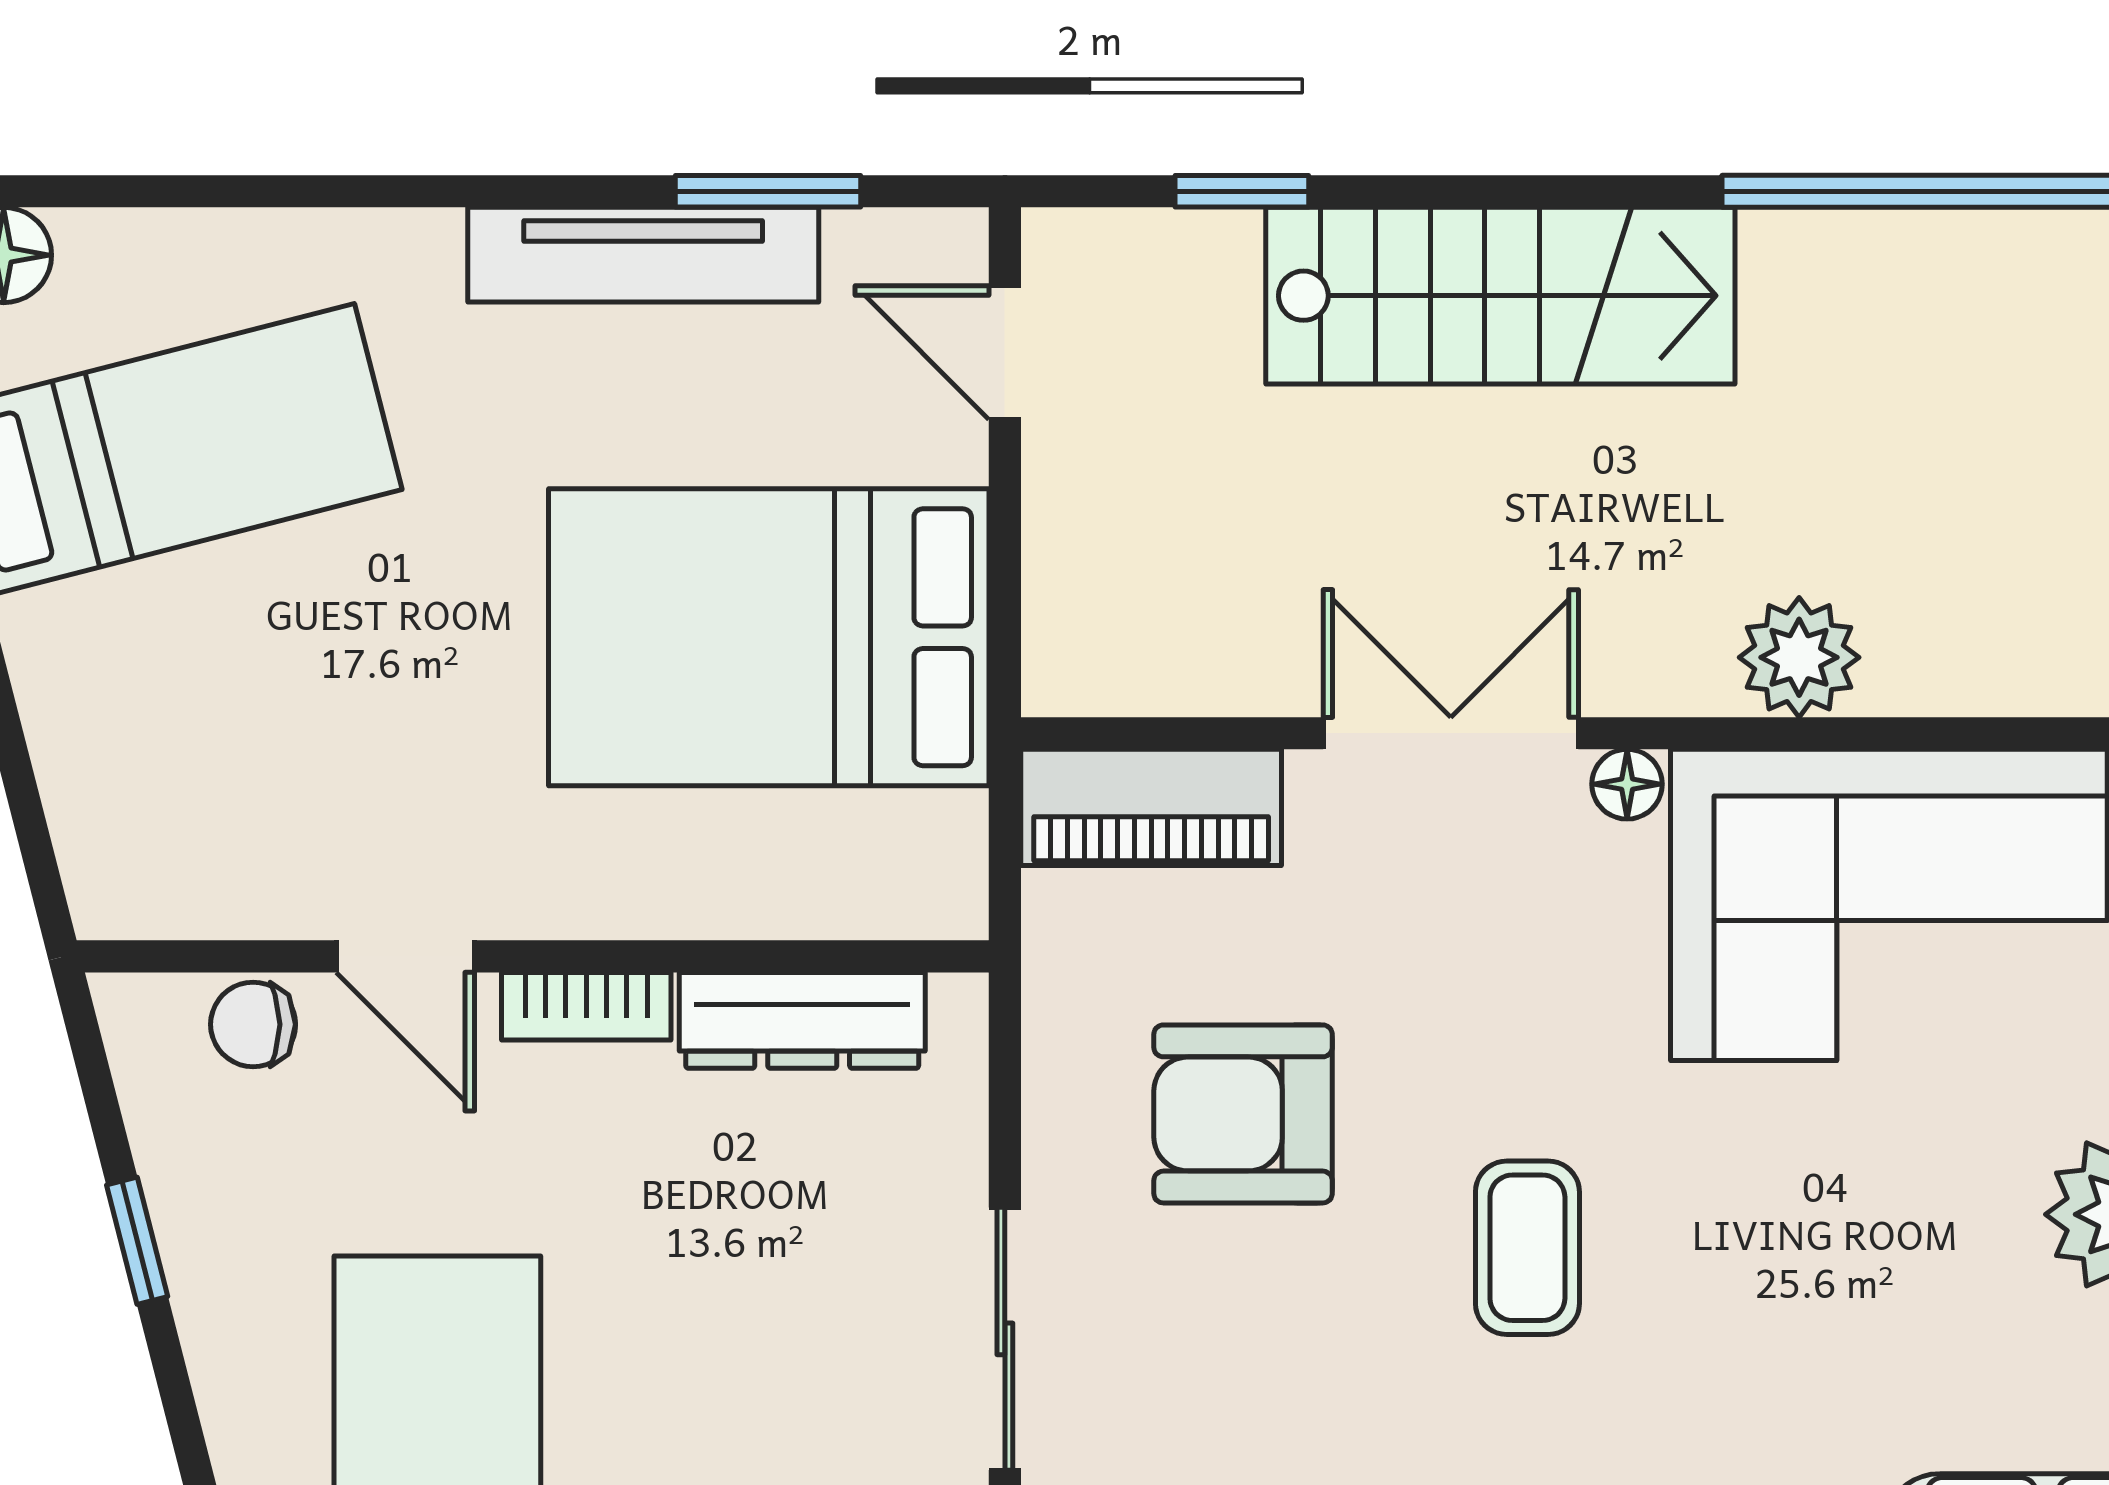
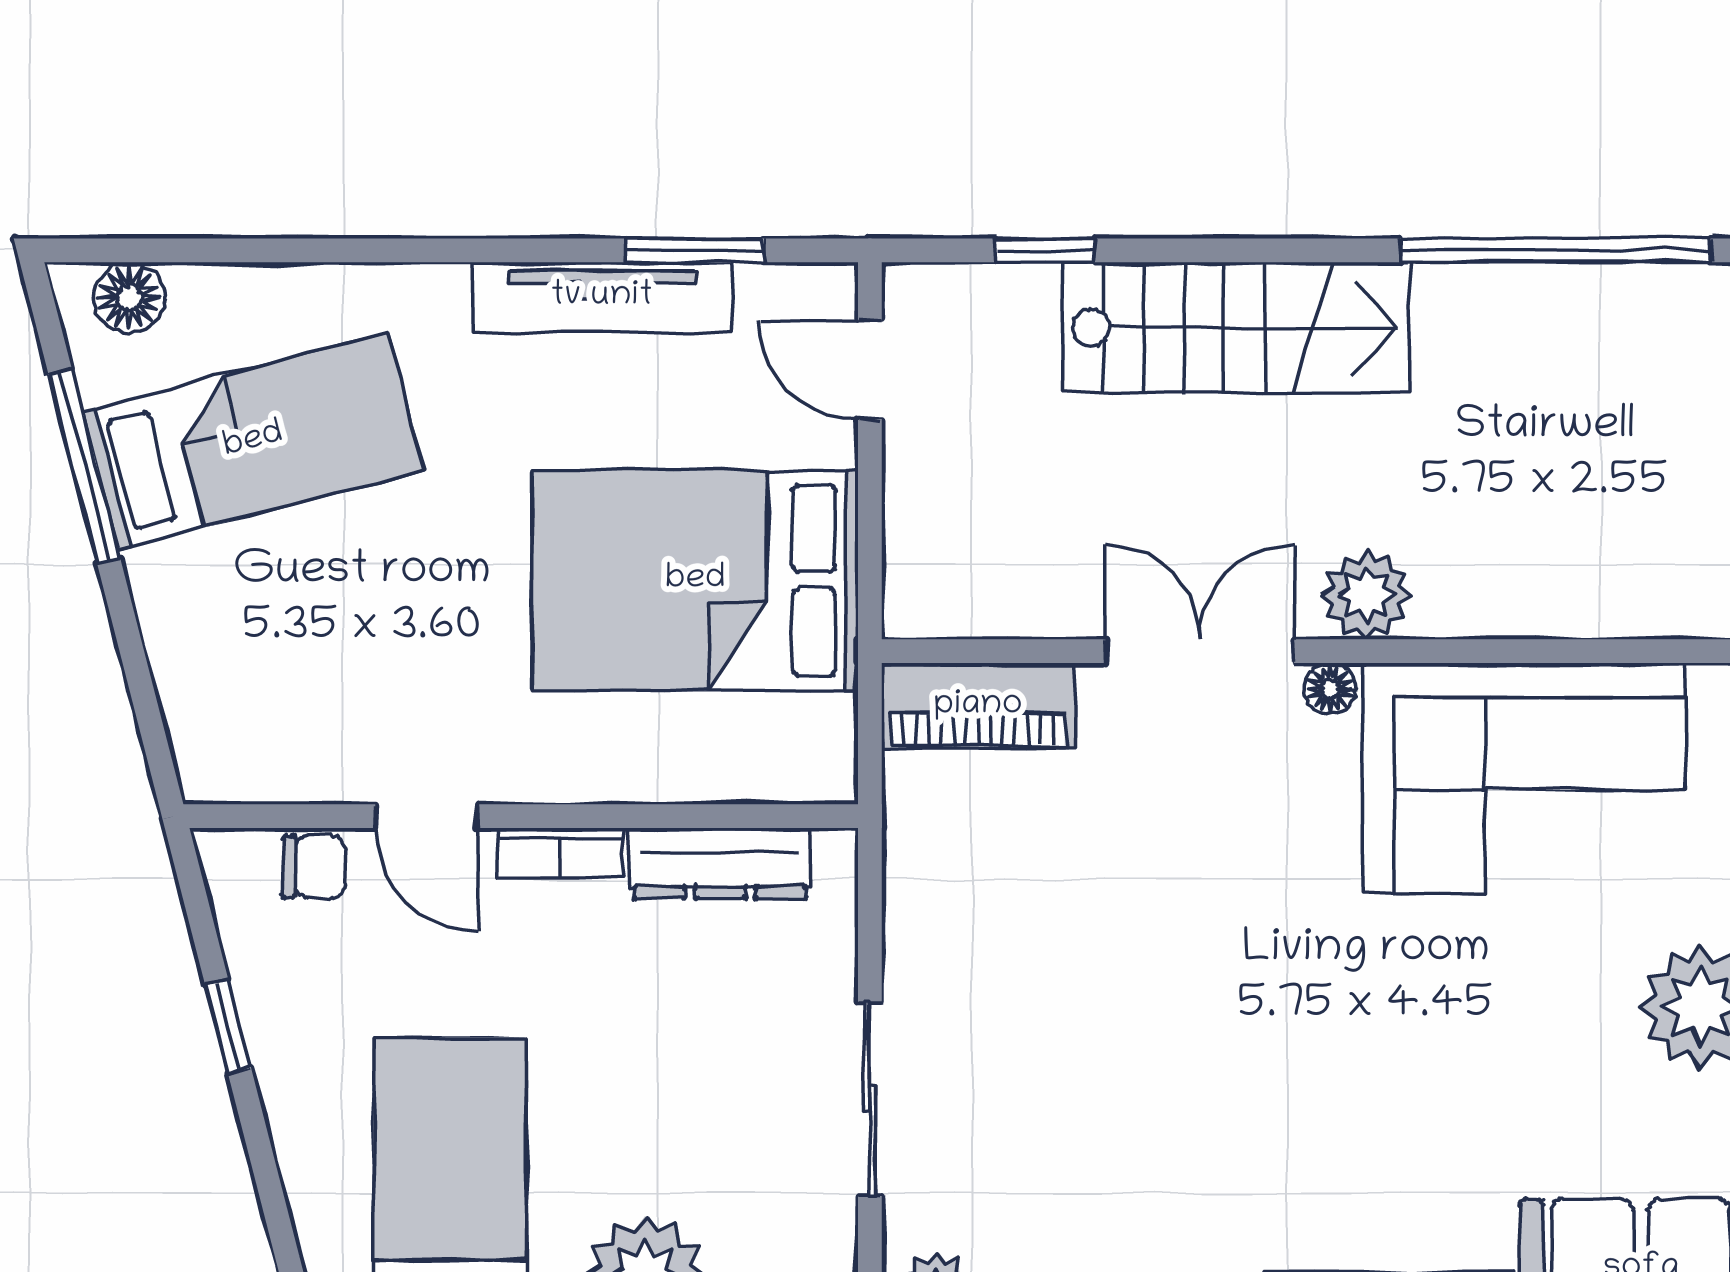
plant: (1799, 657) -> (1366, 595), moved
chair: (253, 1024) -> (314, 867), turned 180
armchair: (1243, 1114) -> (1046, 933), removed
coffee table: (1527, 1248) -> (1256, 1032), removed

